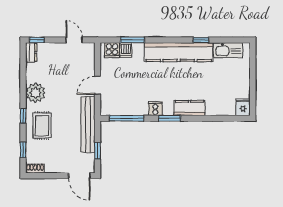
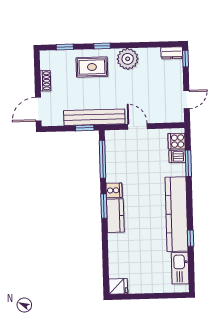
kitchen counter: (190, 108) -> (115, 216), moved
window: (97, 151) -> (85, 128), moved
shoe rack: (35, 169) -> (45, 81), moved

